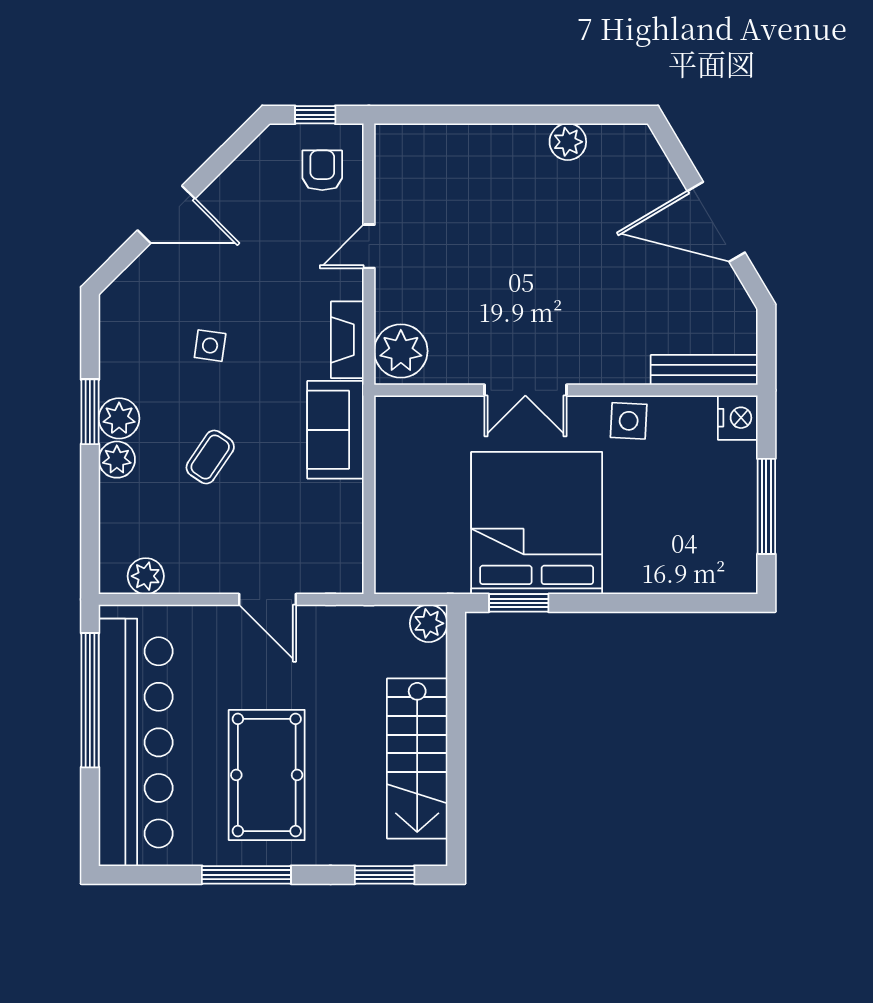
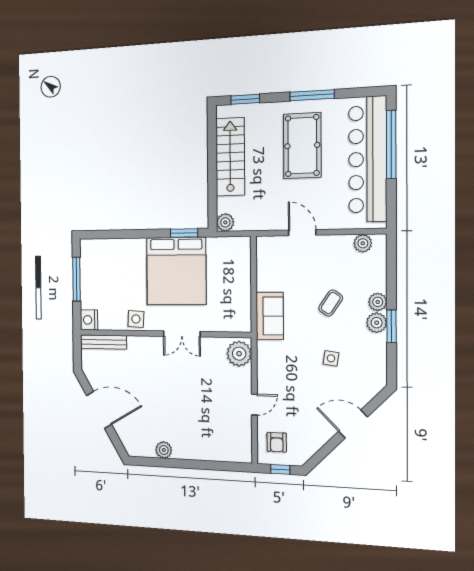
fireplace: (347, 340) -> (264, 360), removed
double door: (525, 390) -> (182, 334), swing flipped
window: (90, 700) -> (391, 145), moved

